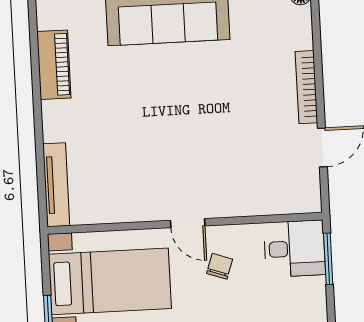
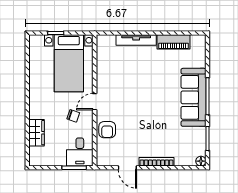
tv unit: (56, 185) -> (136, 40), moved
armchair: (245, 194) -> (107, 130), added

